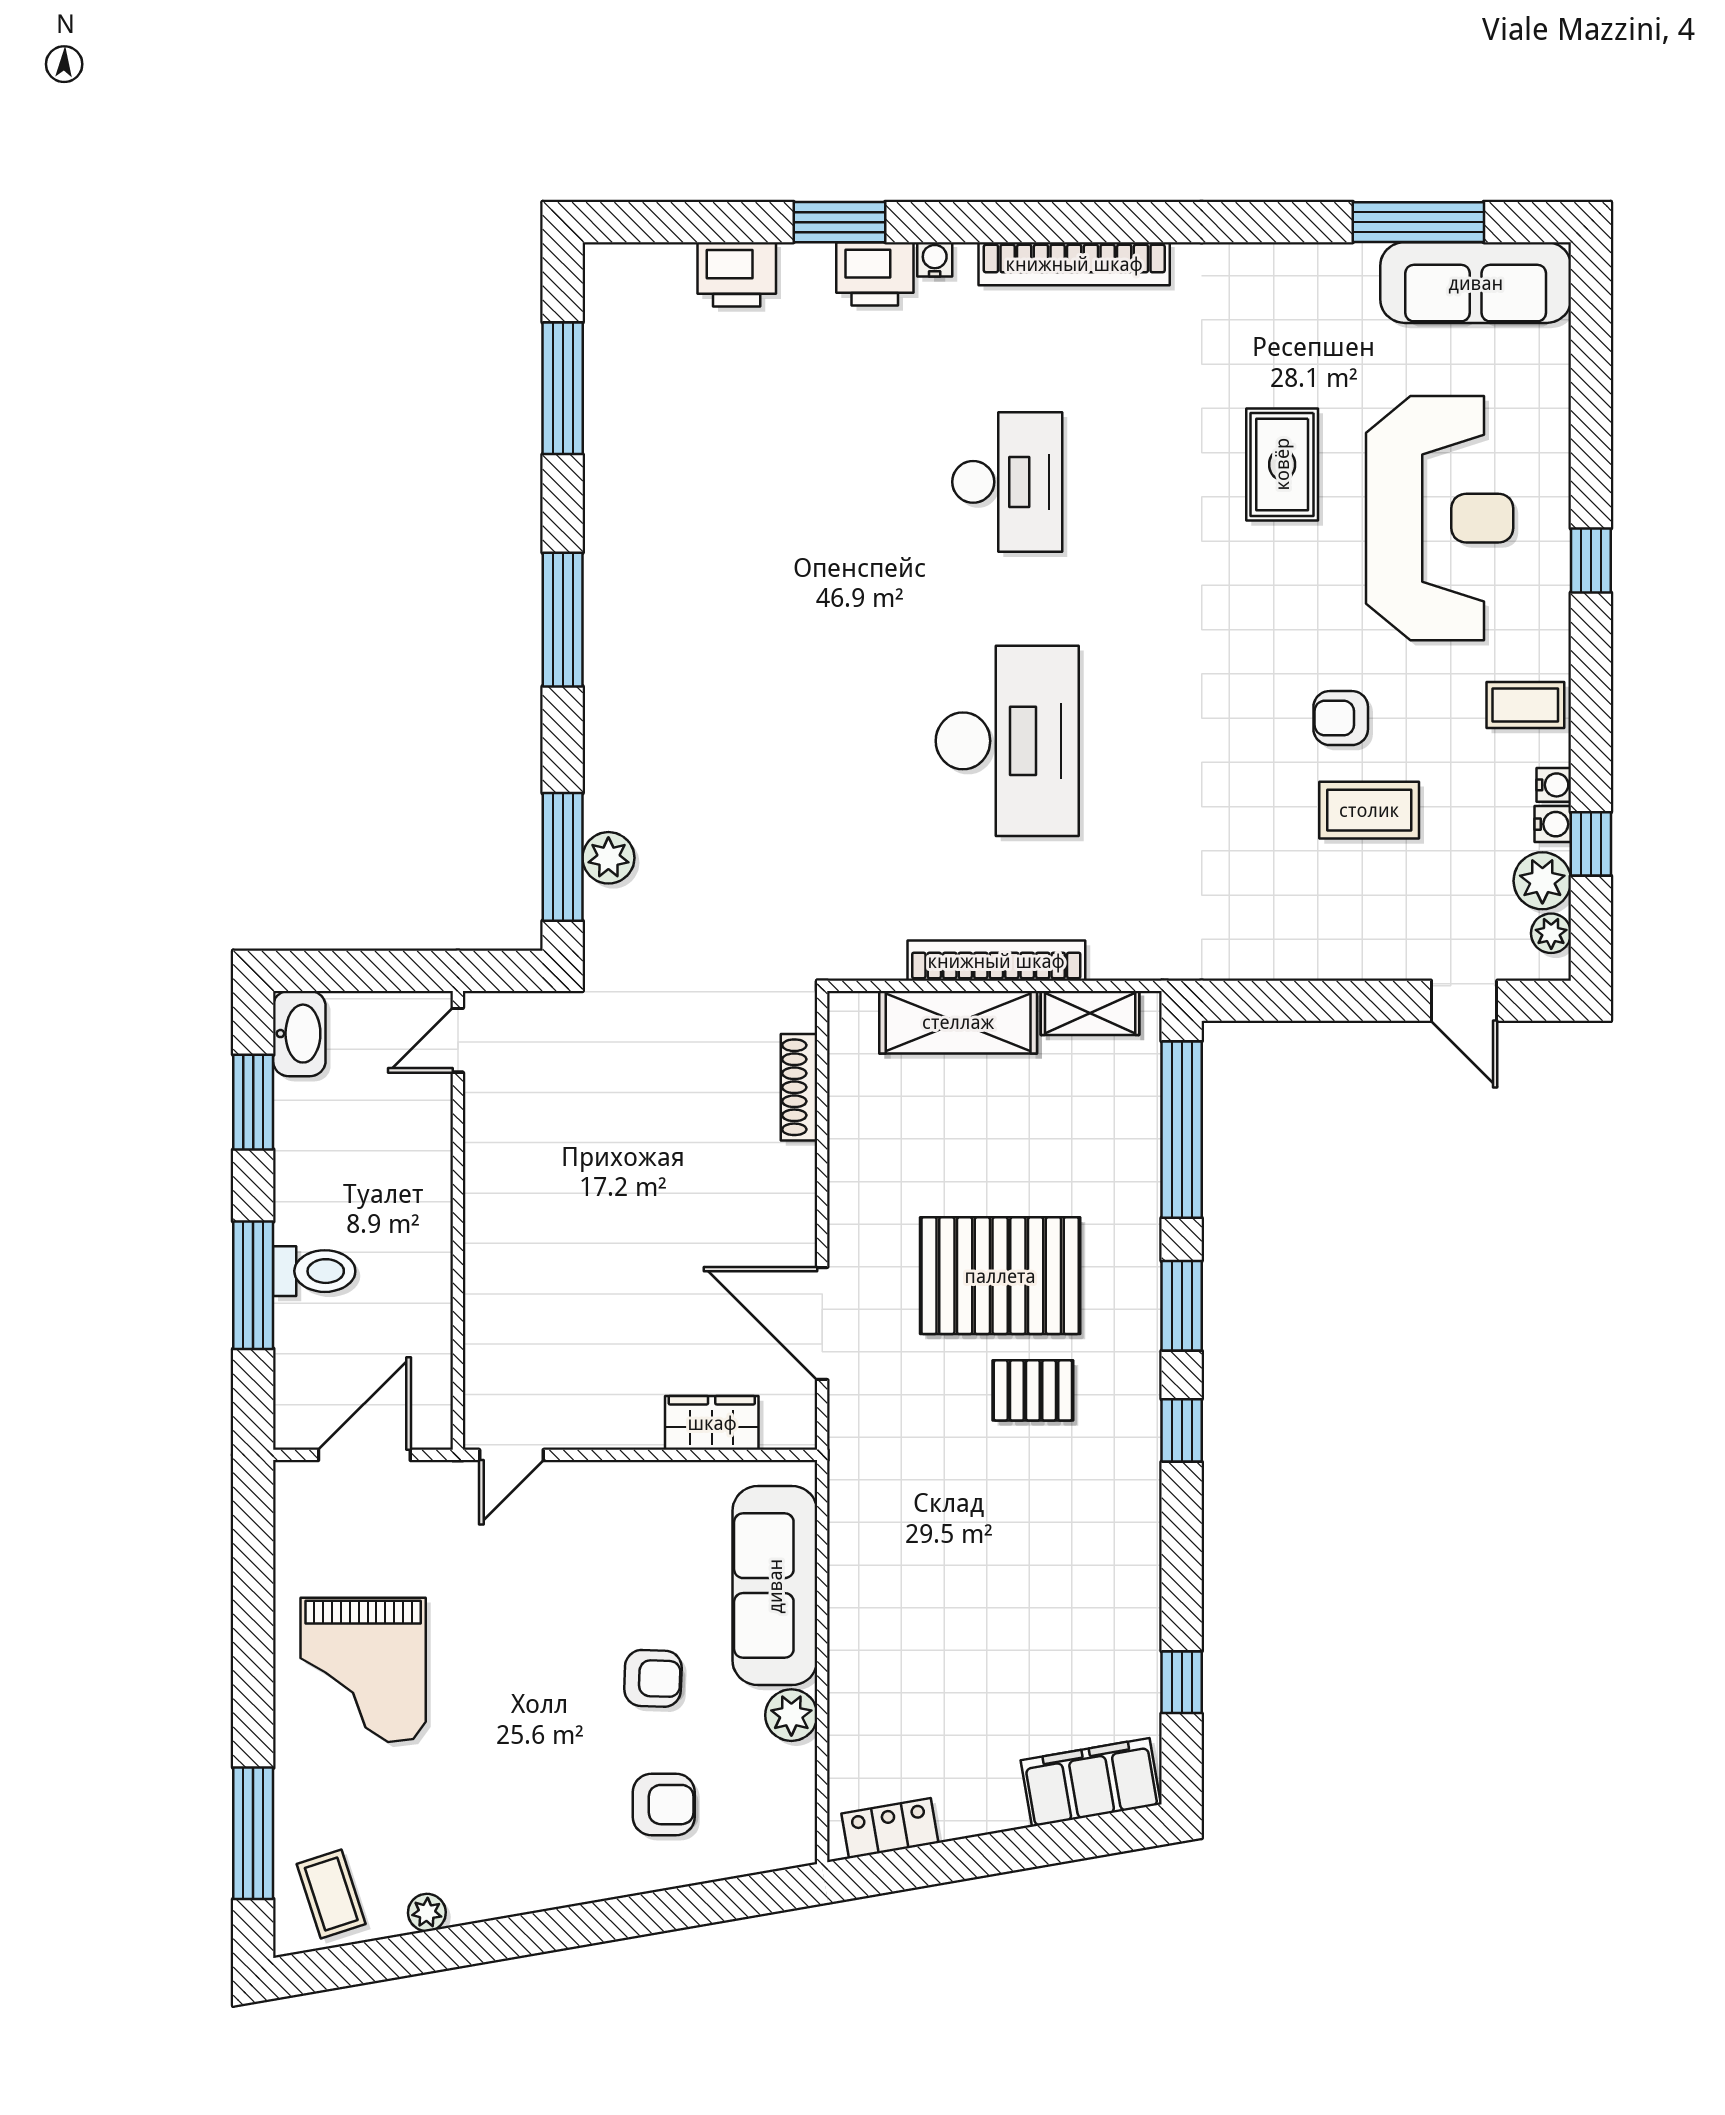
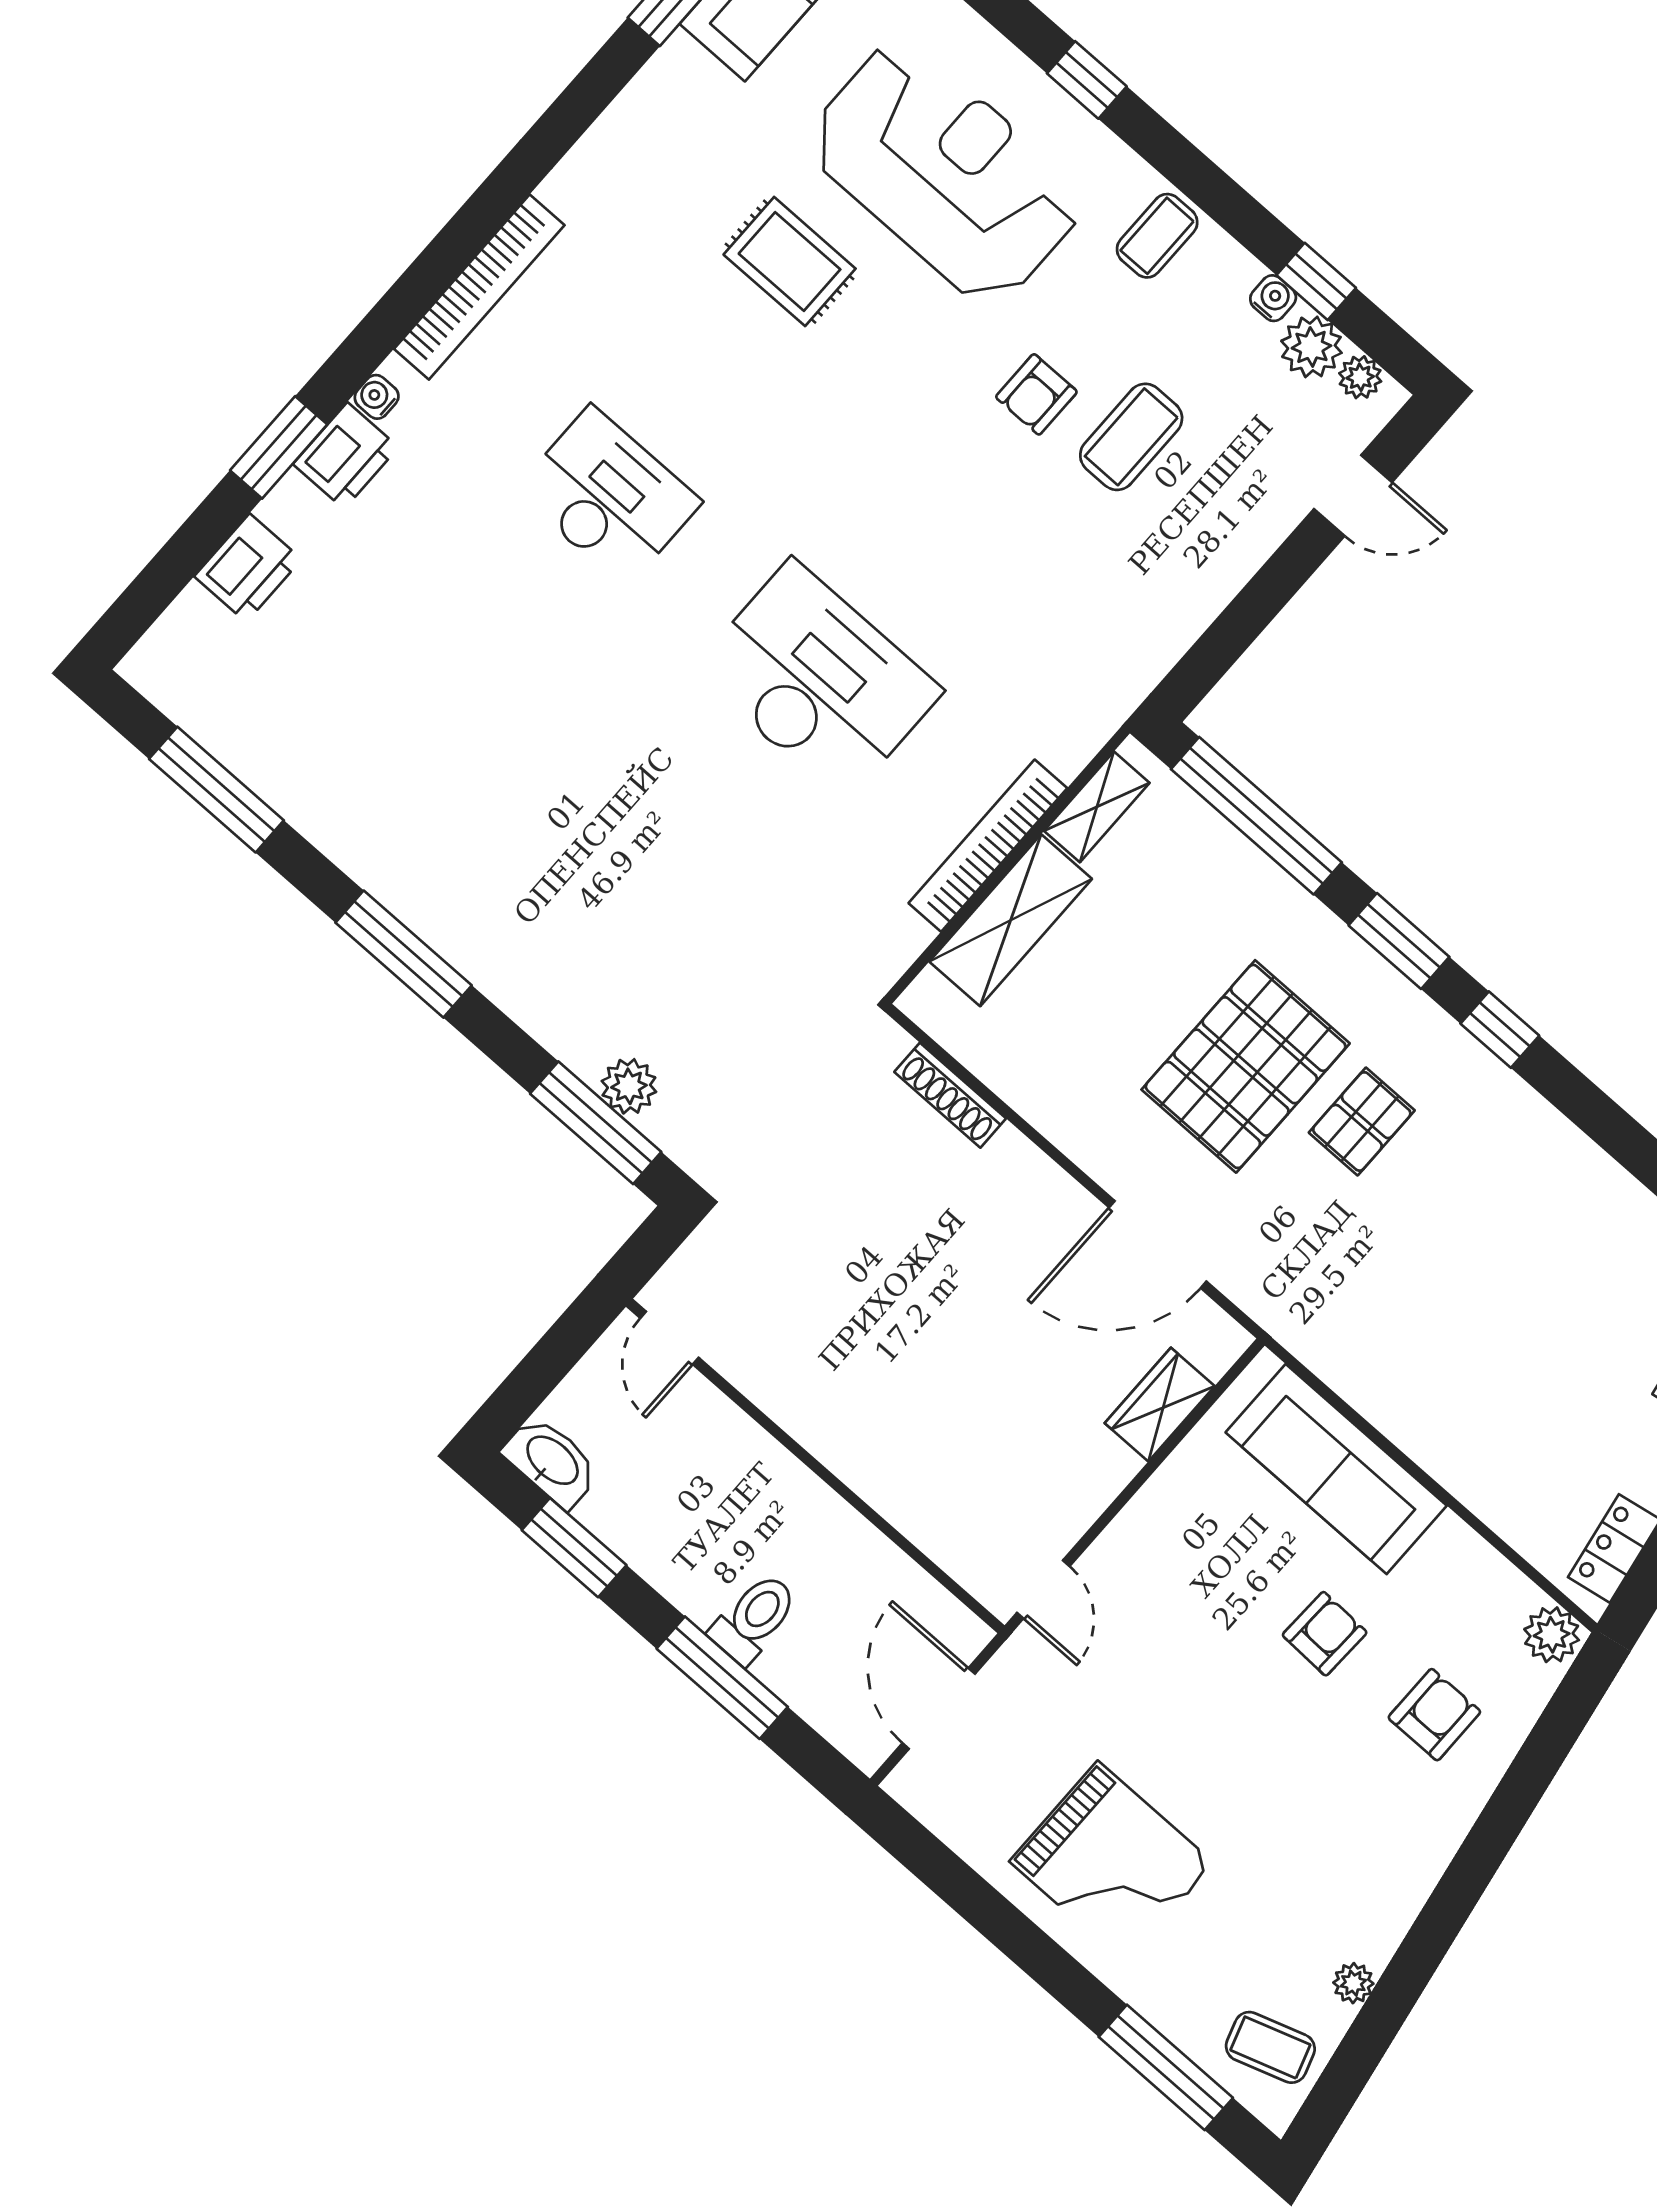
water cooler: (1554, 785) -> (1242, 269), removed
plant: (791, 1715) -> (1552, 1635), moved

